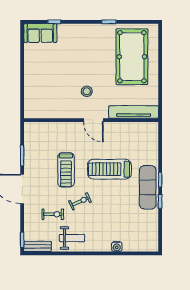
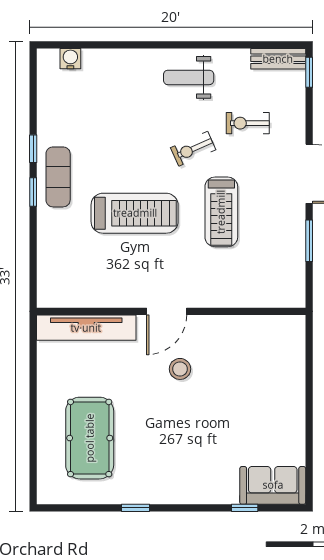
pool table: (132, 57) -> (90, 438), width x0.73, depth x0.76
door: (93, 120) -> (167, 311), swing flipped
treadmill: (66, 170) -> (221, 212), turned 180
exercise mat: (148, 187) -> (58, 177), width x0.73, depth x0.69
weight bench: (72, 238) -> (189, 77), moved
water cooler: (117, 247) -> (70, 59), moved

